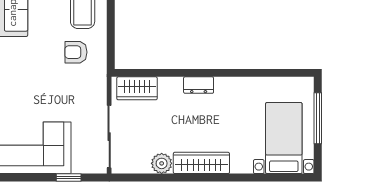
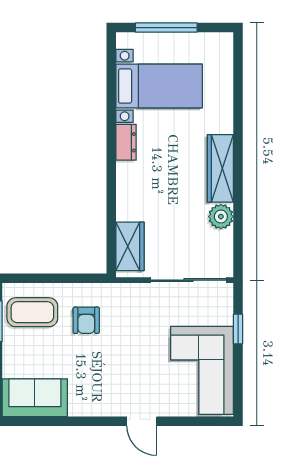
dresser: (199, 85) -> (126, 142), moved
bed with nightstands: (284, 138) -> (159, 86), moved, turned 180

